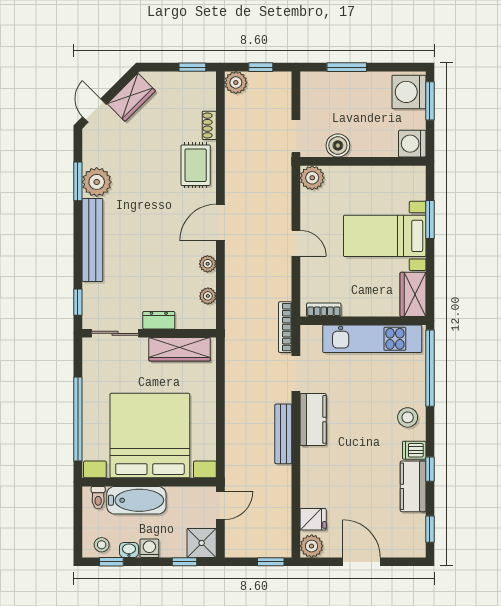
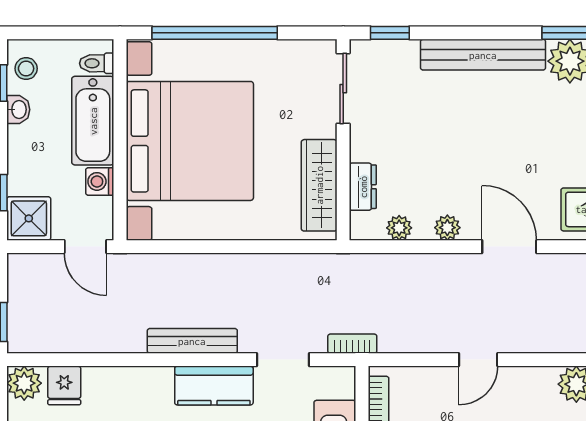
dresser: (159, 320) -> (363, 187), moved
bookcase: (285, 327) -> (352, 344), width x0.64
washing machine: (149, 548) -> (100, 181), moved, turned 180

